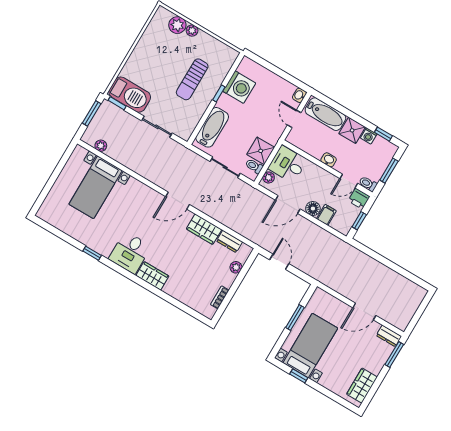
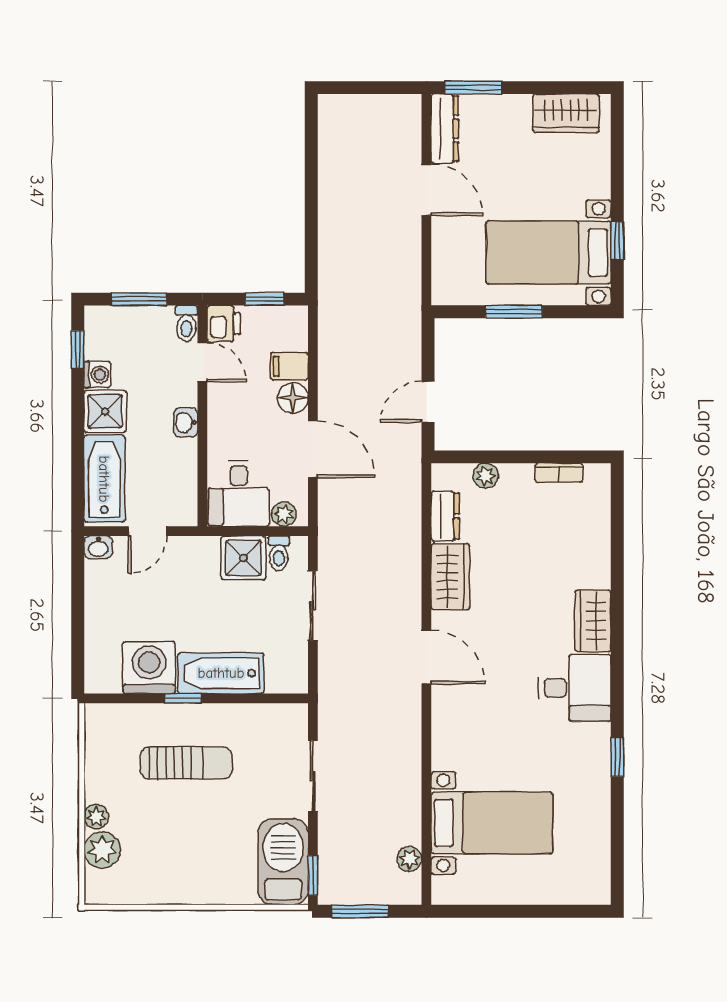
bathtub: (212, 127) -> (221, 673), moved
dresser: (389, 336) -> (445, 129), width x1.44

